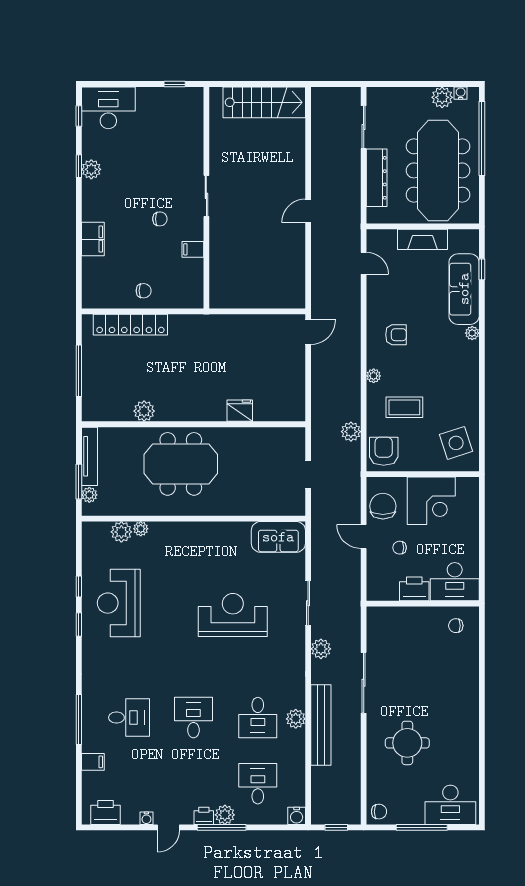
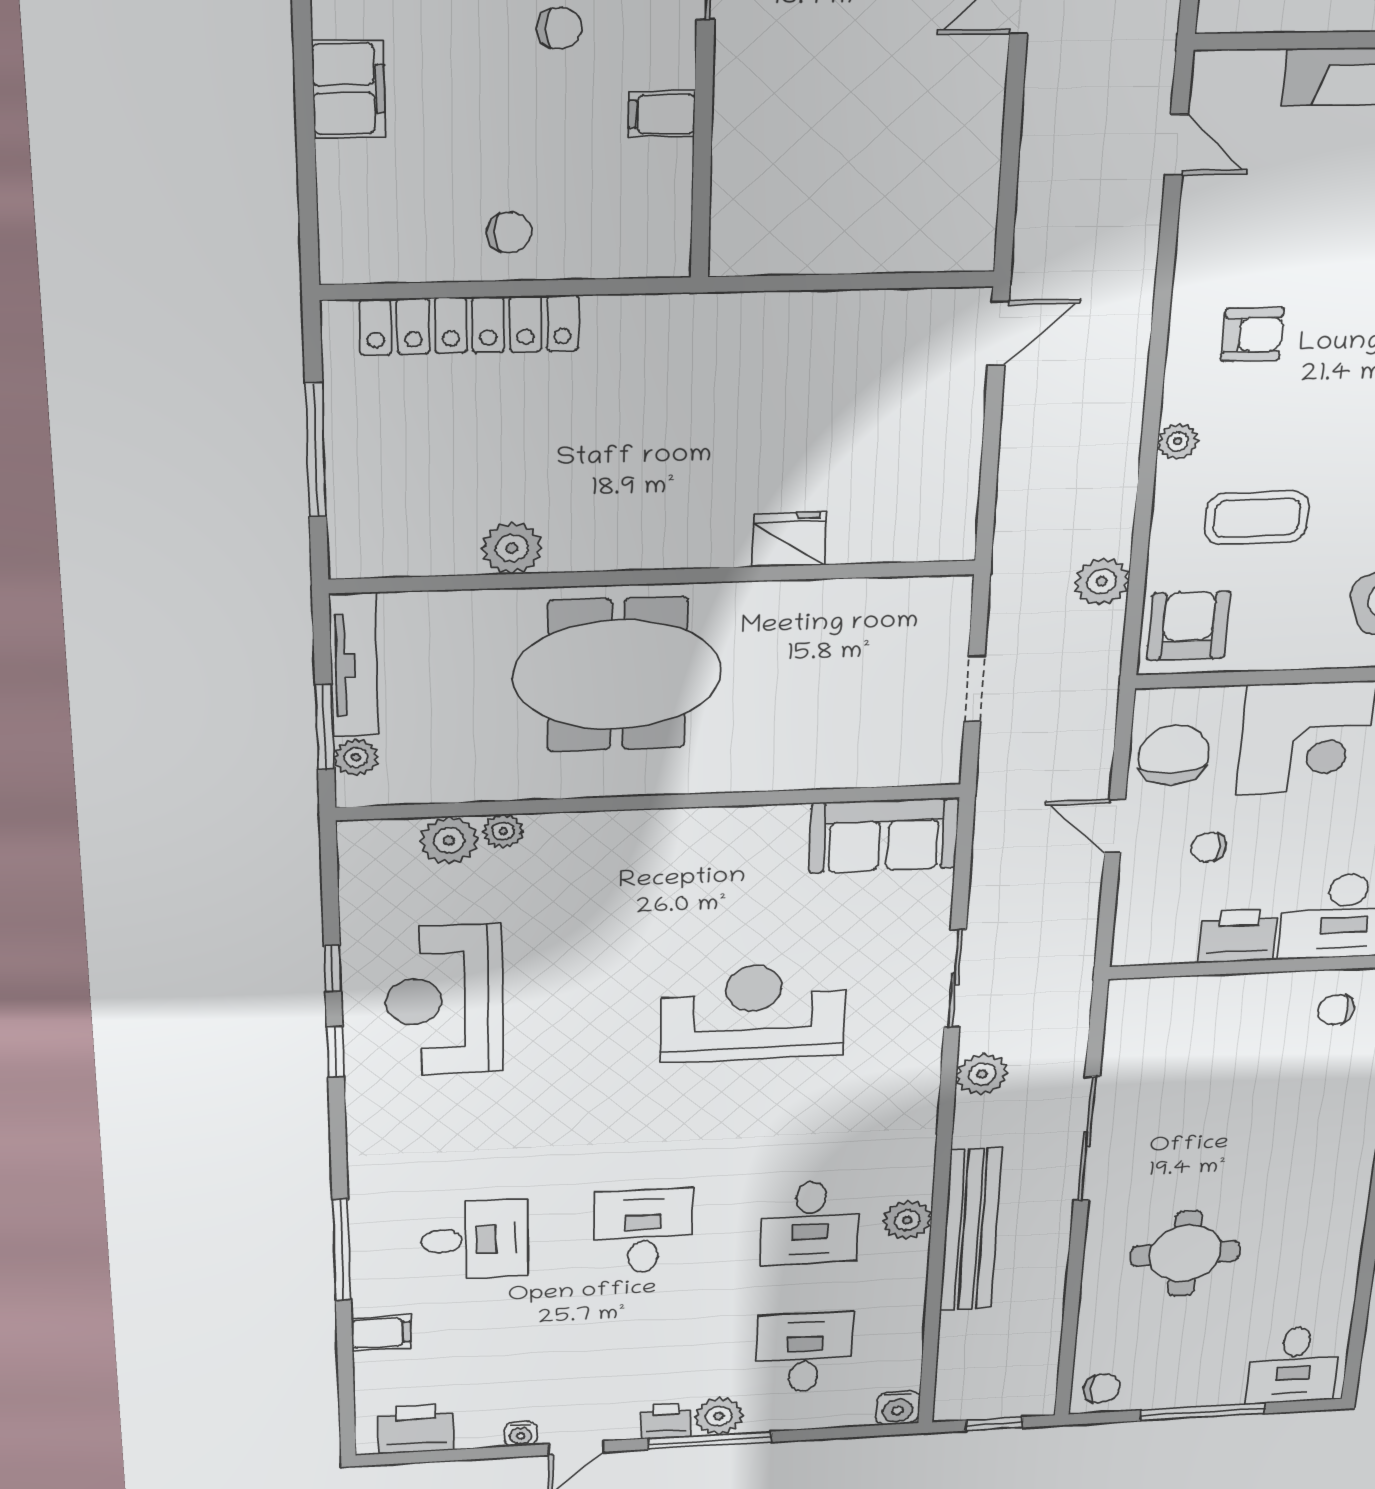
desk: (450, 805) -> (1294, 1365), width x0.73

